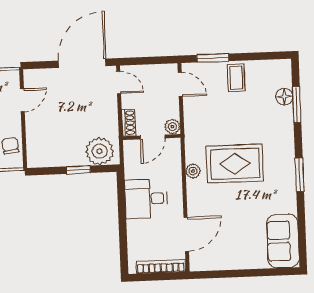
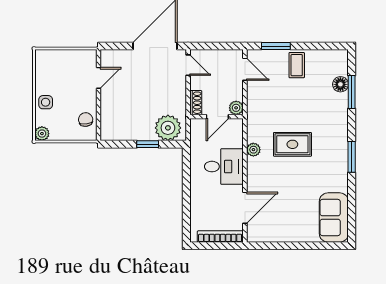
rug: (235, 164) -> (292, 144), width x0.73, depth x0.70
desk: (146, 199) -> (224, 167), moved, turned 180

